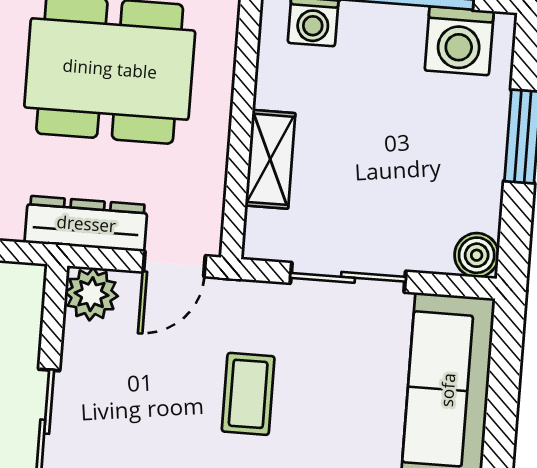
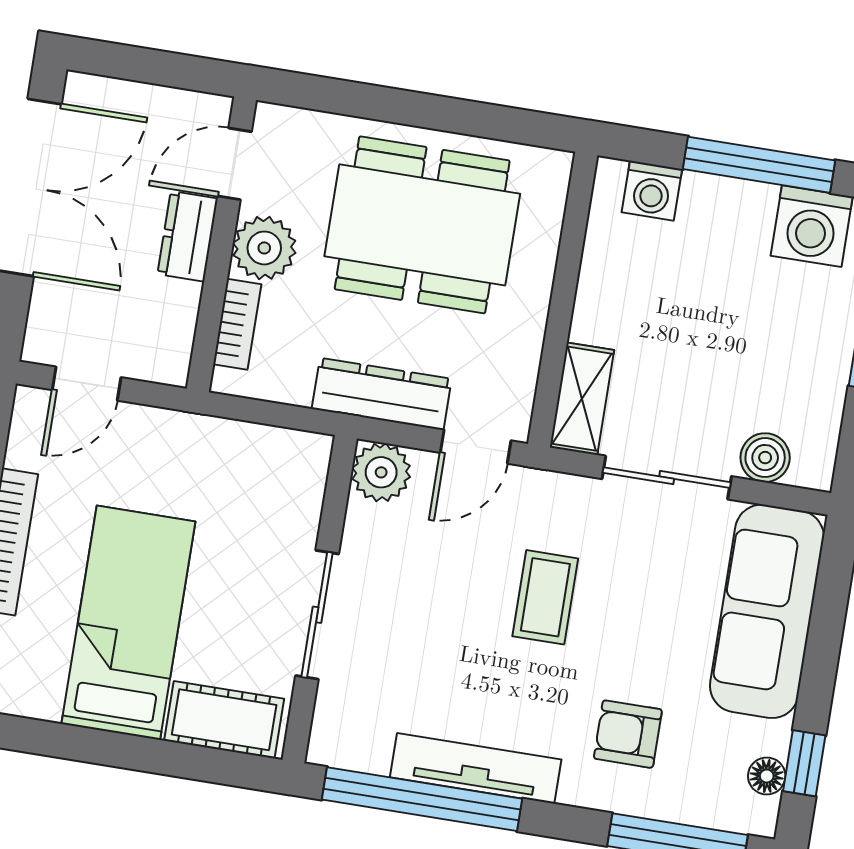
shelving: (270, 159) -> (582, 399), moved
boiler: (477, 255) -> (765, 458), moved

